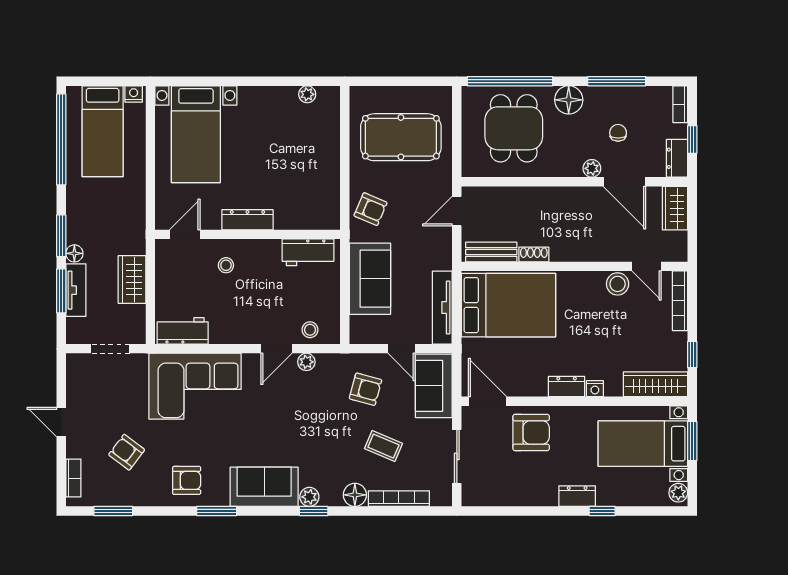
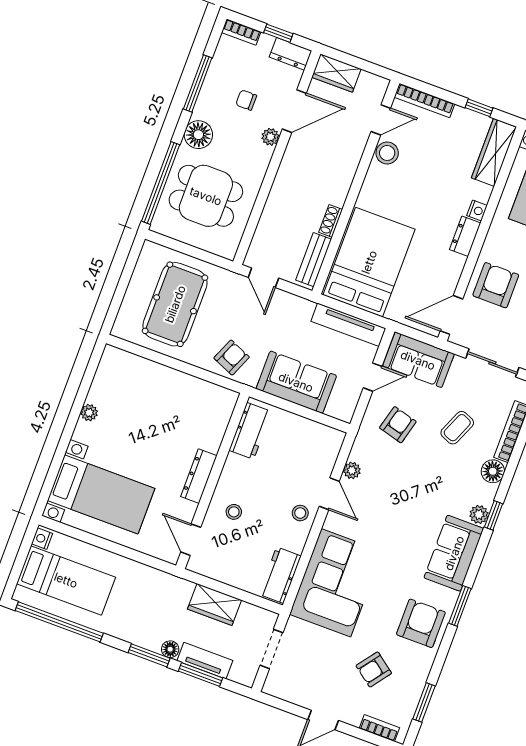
plant: (307, 94) -> (89, 413), moved
stool: (310, 330) -> (300, 513), moved
armchair: (187, 480) -> (421, 623), width x1.38, depth x1.38

